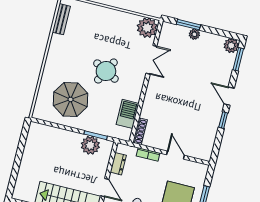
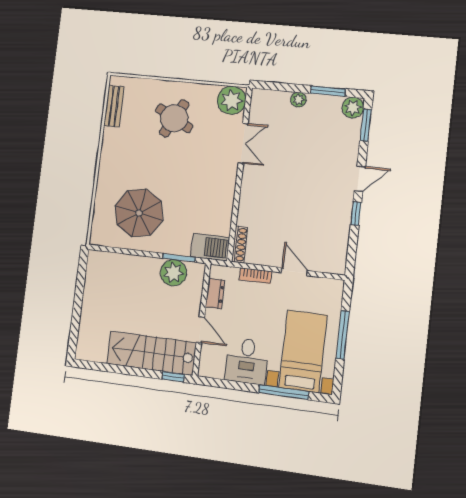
window: (188, 25) -> (328, 91), moved
round table: (106, 71) -> (174, 118), moved
door: (229, 96) -> (360, 179), swing flipped
barbecue: (128, 114) -> (210, 247), moved, turned 90

